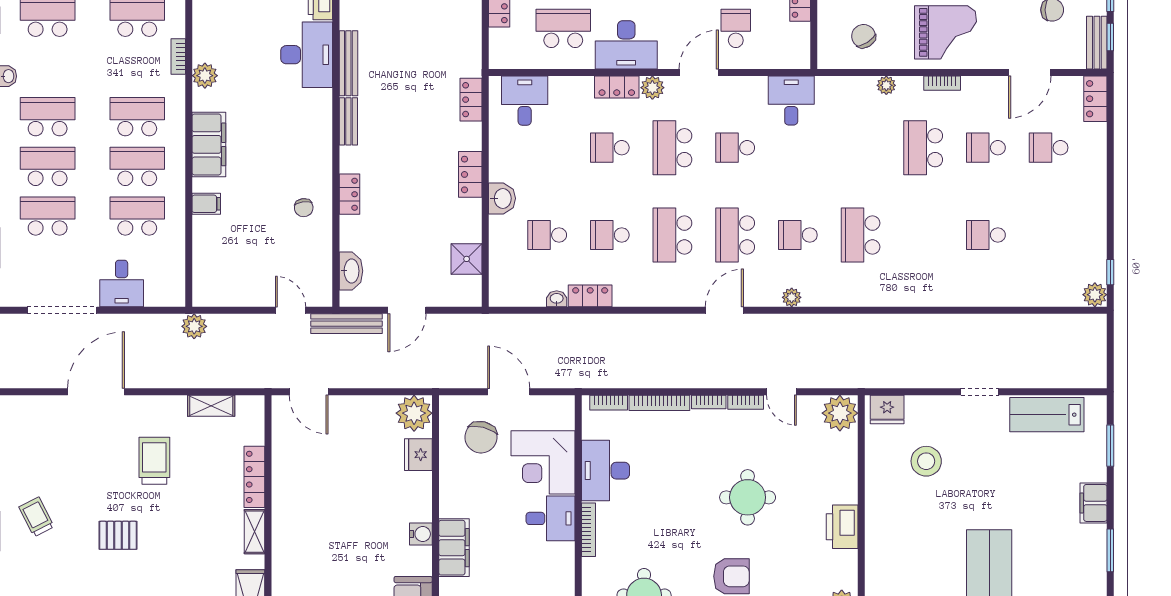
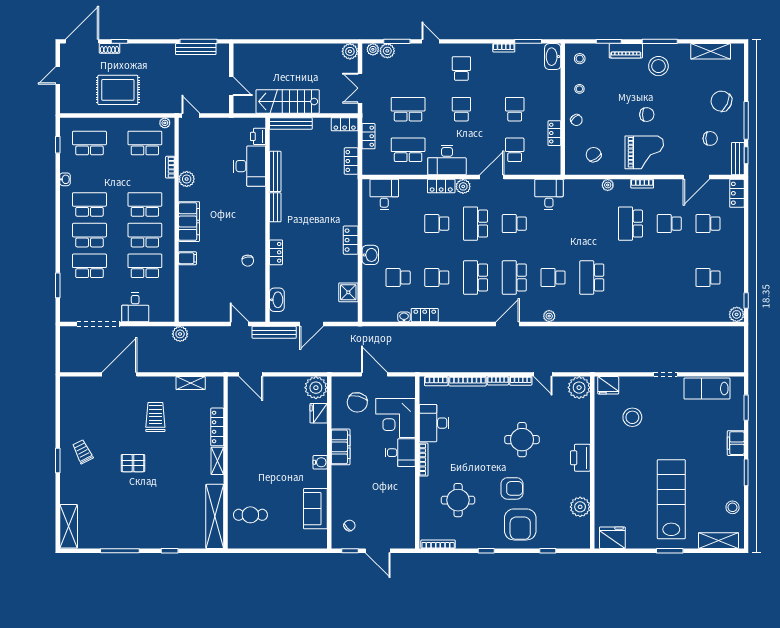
locker: (471, 100) -> (351, 161), moved
school desk: (986, 235) -> (708, 278), moved
filing cabinet: (454, 548) -> (341, 447), moved

